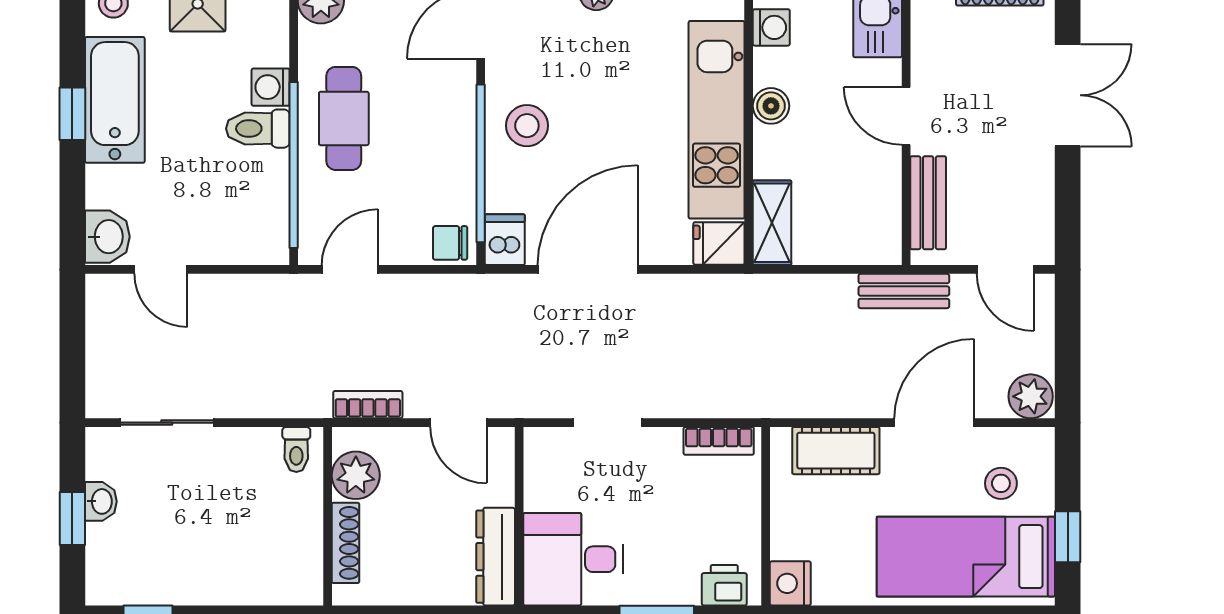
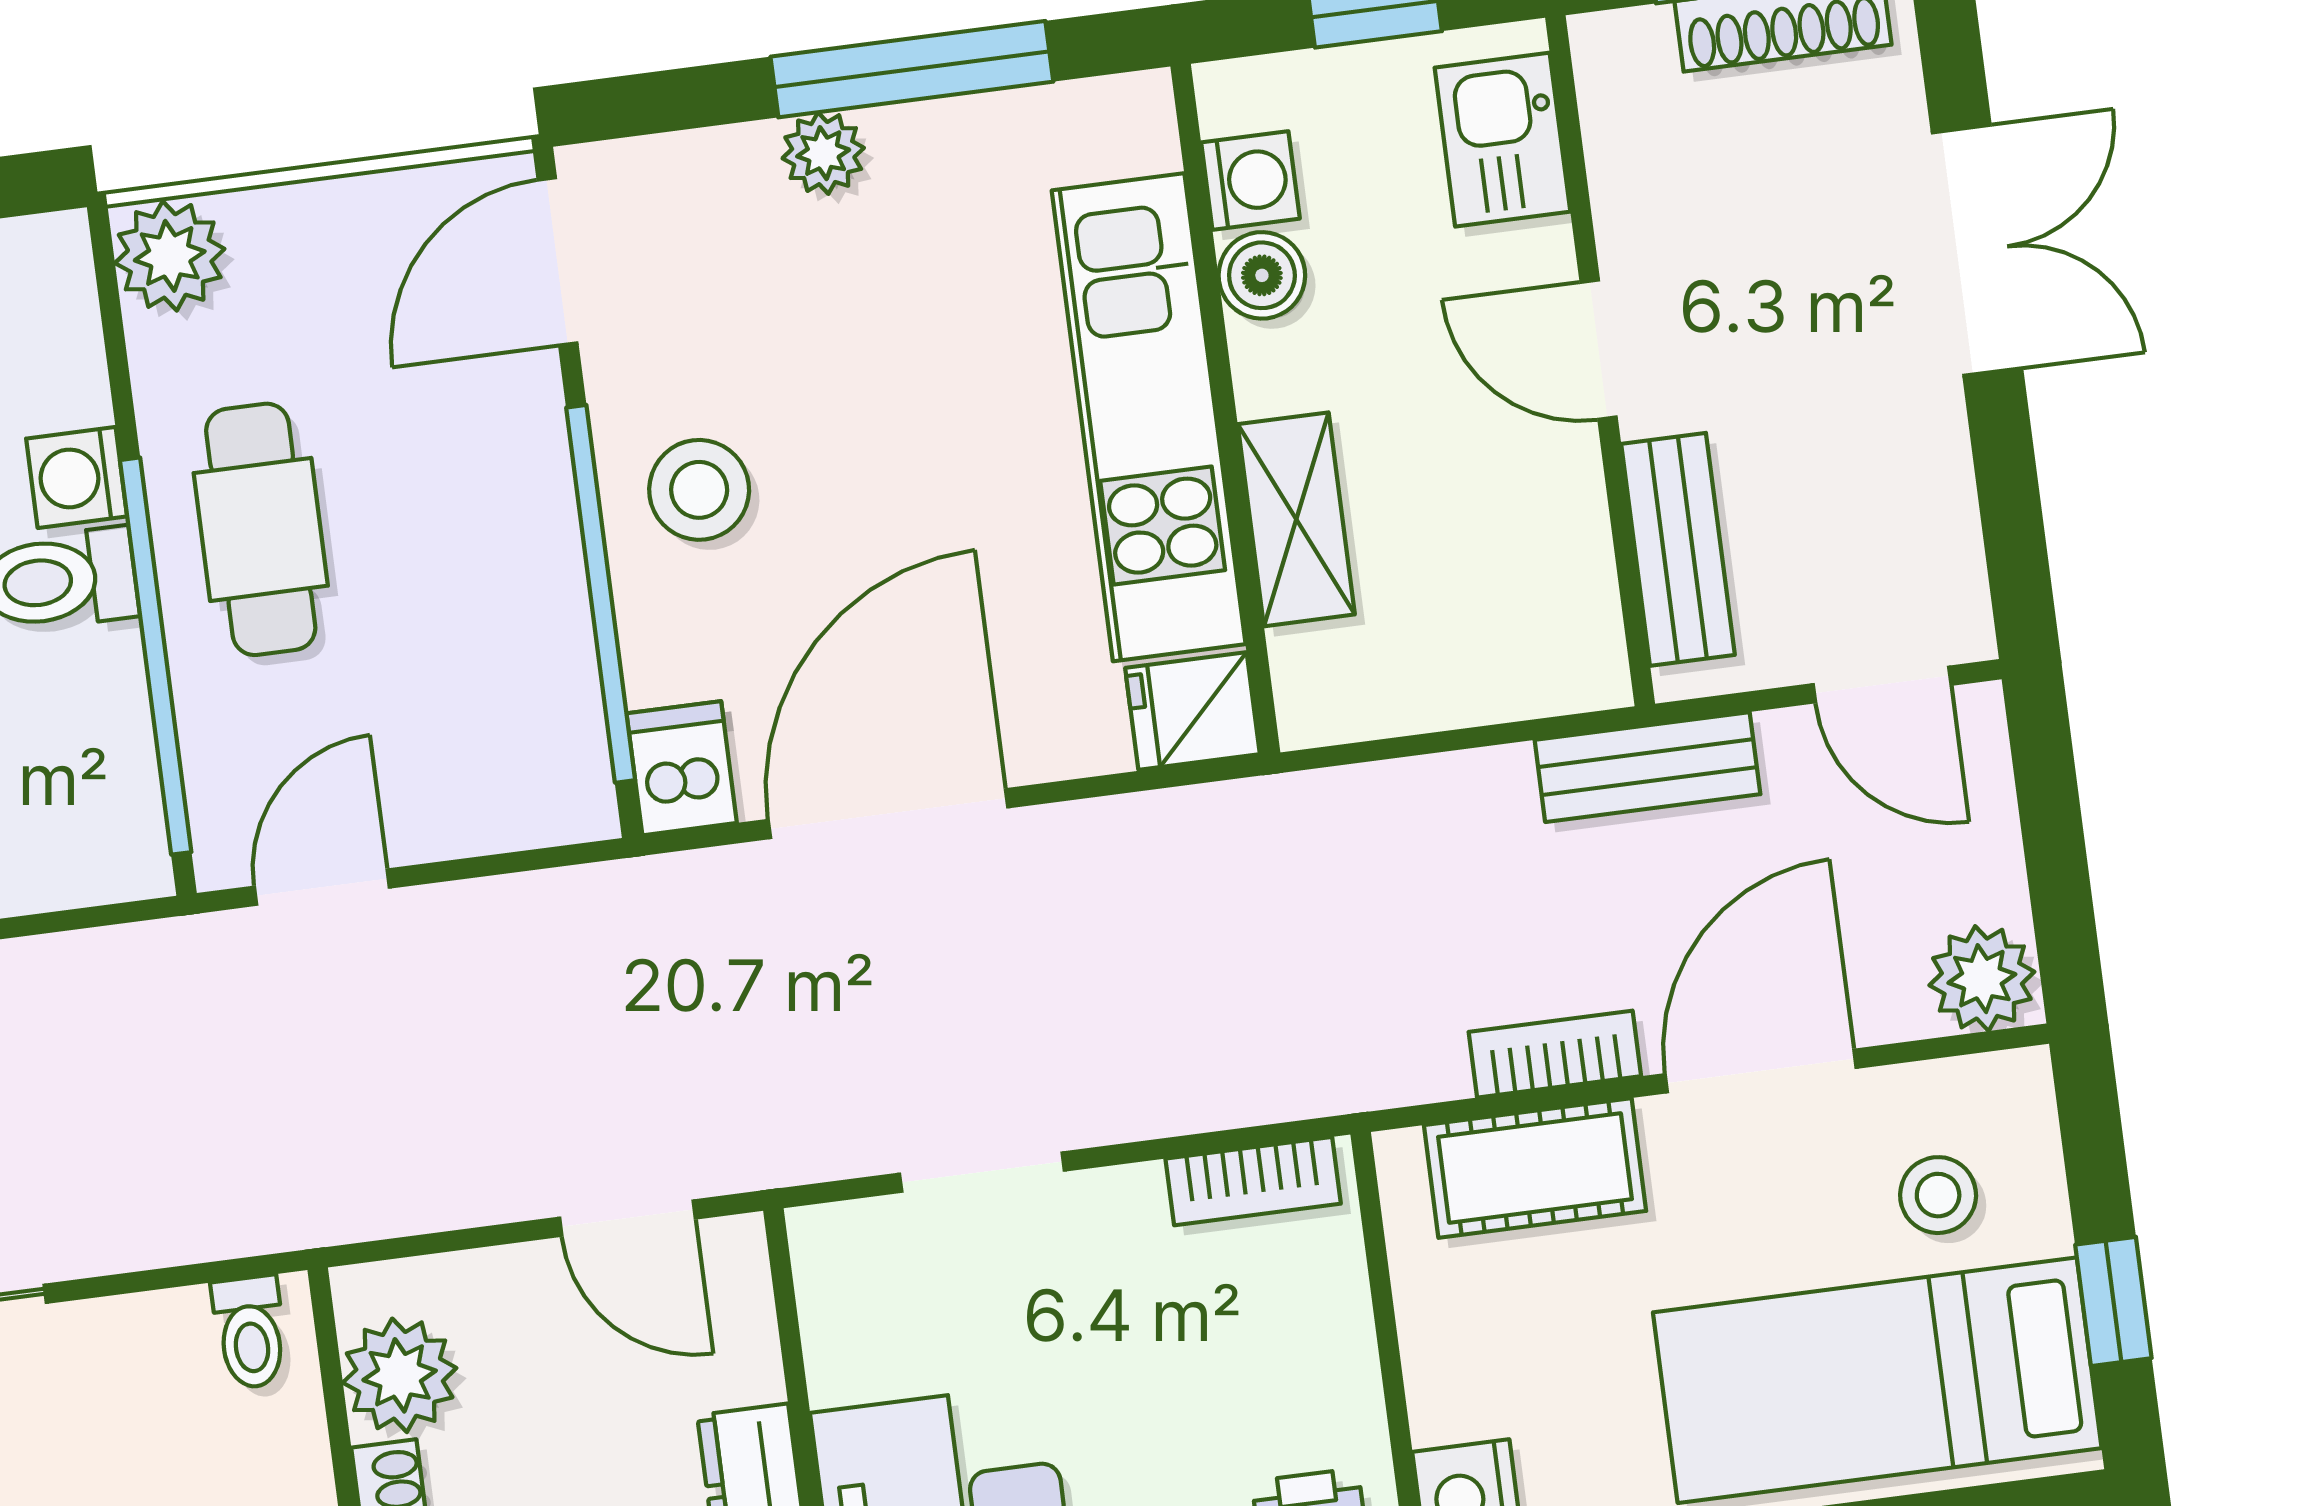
boiler: (771, 106) -> (1262, 275), moved
shelving: (772, 223) -> (1296, 519), moved
chair: (450, 243) -> (552, 793), removed
bookcase: (368, 405) -> (1555, 1054), moved

